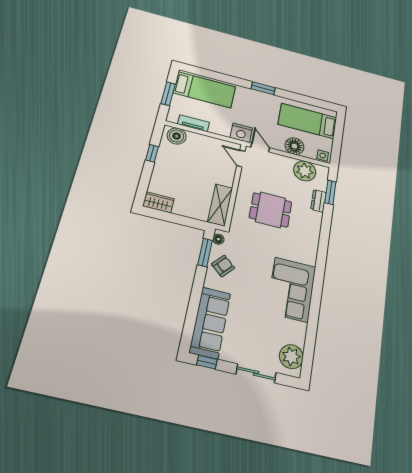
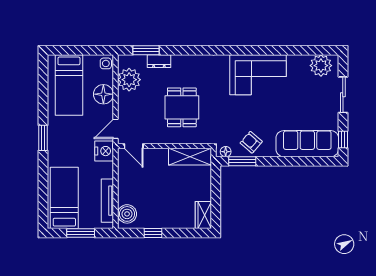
tv unit: (193, 123) -> (107, 201), width x1.41
door: (241, 159) -> (134, 146), hinge flipped

